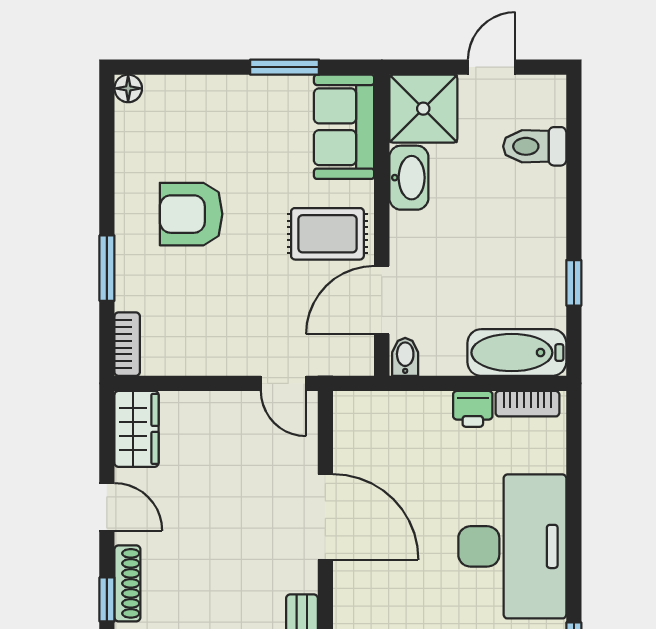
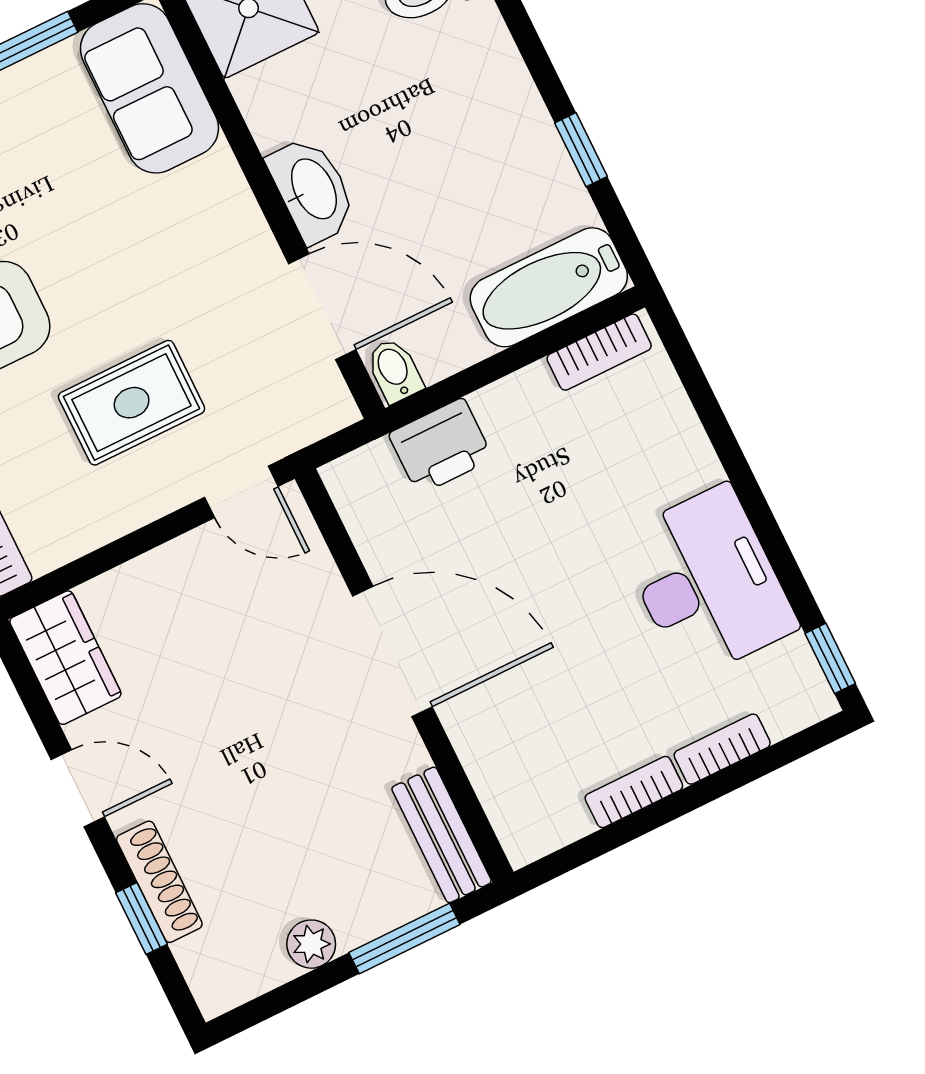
washbasin: (409, 178) -> (312, 190), moved
rug: (327, 234) -> (132, 403), moved
door: (382, 300) -> (322, 307), swing flipped
printer: (473, 409) -> (441, 446), moved, width x1.36, depth x1.24
desk: (512, 546) -> (707, 582), width x0.73, depth x0.77

